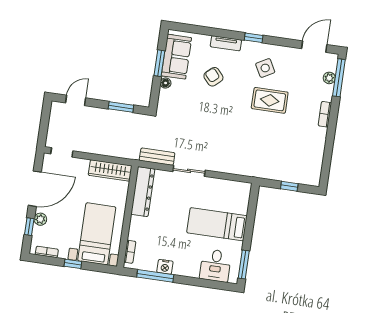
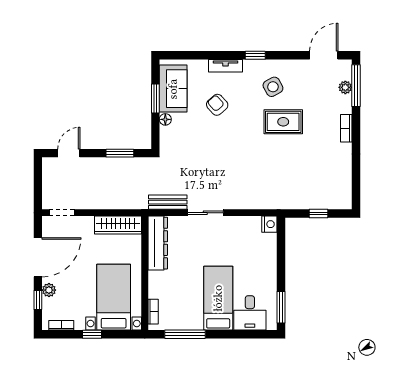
bed: (217, 224) -> (218, 298), moved, turned 90
nightstand: (165, 267) -> (269, 224), moved, turned -90

